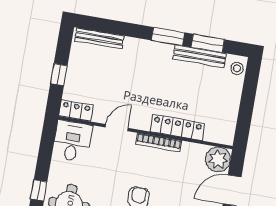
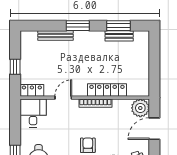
window: (168, 36) -> (78, 26), moved
bench: (99, 38) -> (56, 35), moved
bench: (199, 56) -> (119, 36), width x0.73
stool: (237, 68) -> (143, 40), removed

